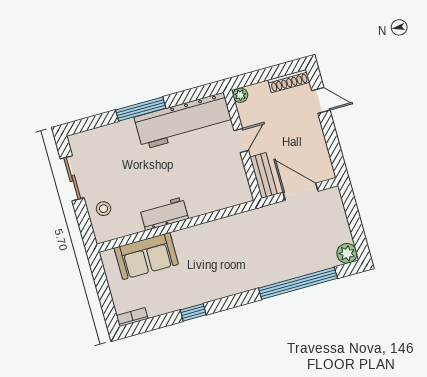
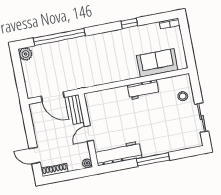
workbench: (183, 121) -> (118, 154), width x0.73, depth x0.76

